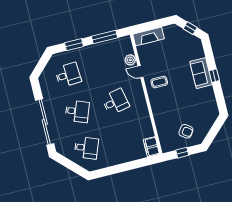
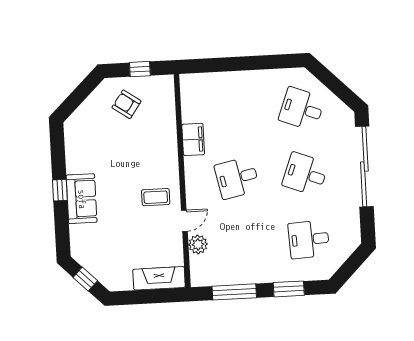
door: (140, 72) -> (184, 221), hinge flipped
filing cabinet: (151, 147) -> (193, 139), moved

